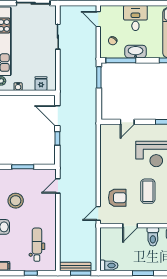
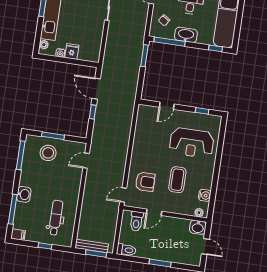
fridge: (41, 84) -> (72, 51), moved
stool: (16, 201) -> (48, 153), moved
toilet: (153, 237) -> (136, 221), moved

